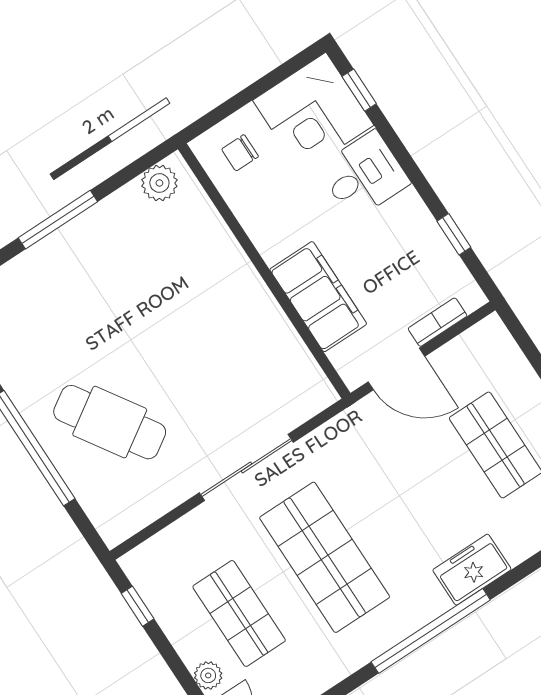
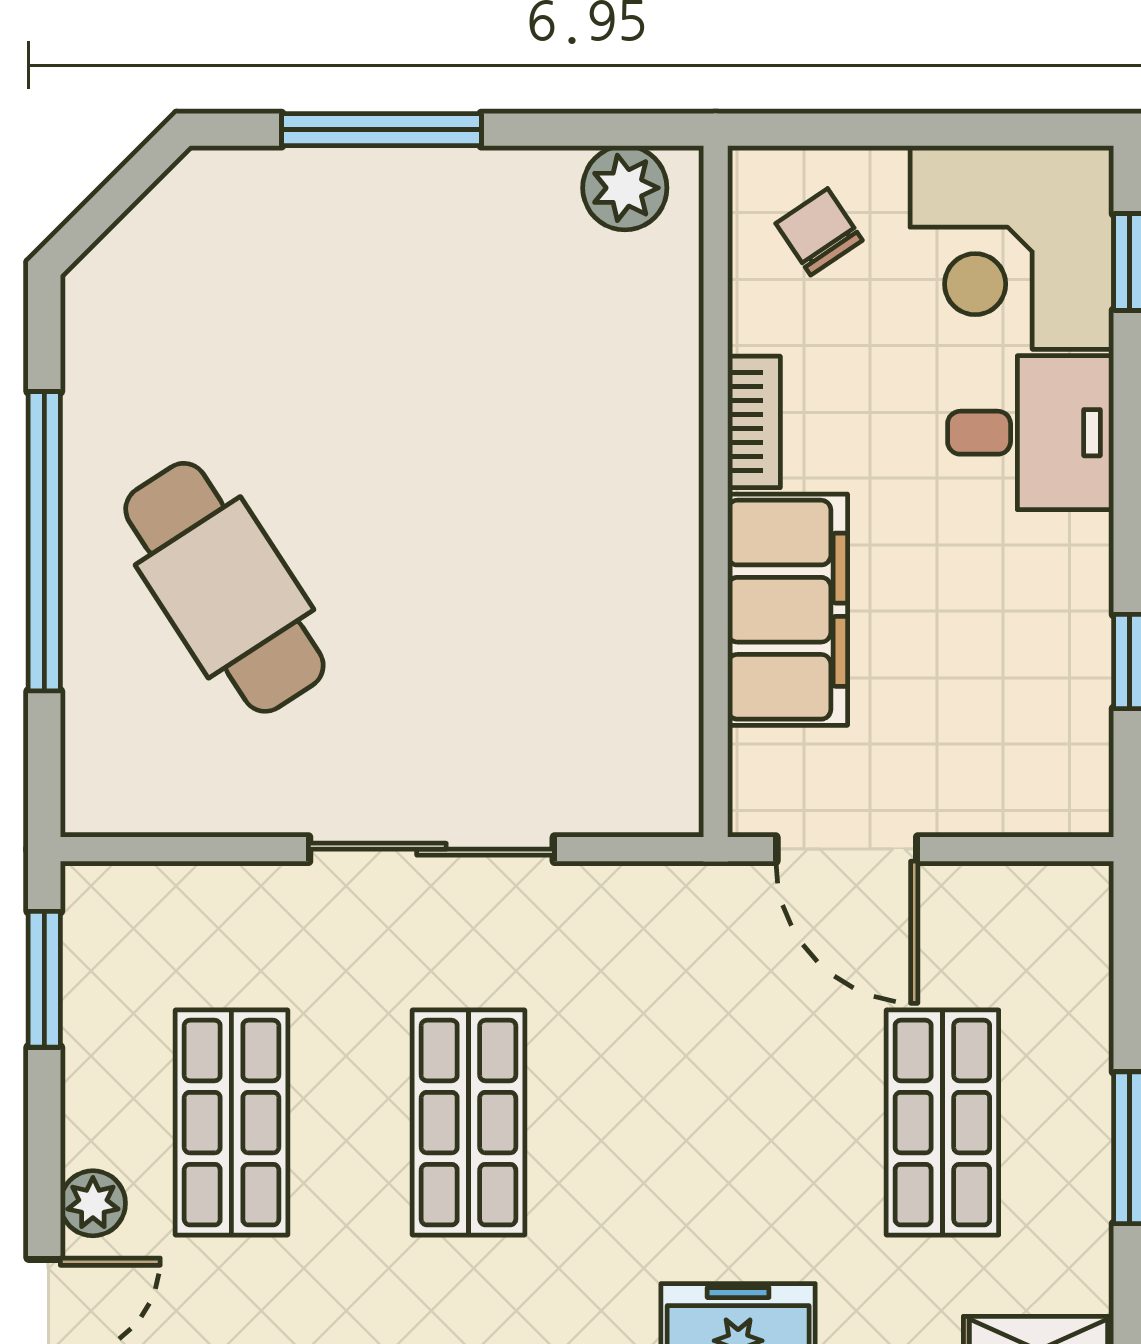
chair: (240, 153) -> (819, 232), turned 56
bookcase: (438, 322) -> (754, 422), moved, turned 90
shop shelf: (325, 557) -> (468, 1123), width x0.70, depth x0.74
window: (138, 606) -> (44, 979), width x1.50

